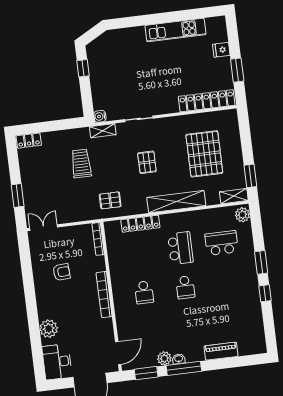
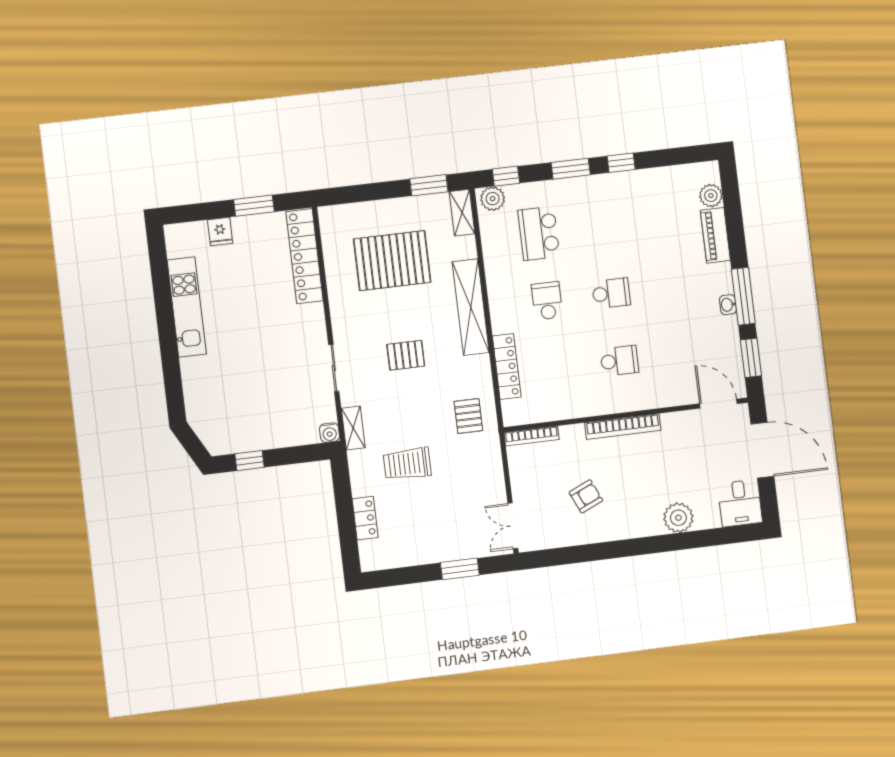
locker: (29, 141) -> (365, 518), moved
window: (256, 223) -> (506, 176), added
school desk: (180, 248) -> (547, 301), width x0.54
armchair: (62, 272) -> (586, 496), turned 70
plant: (164, 358) -> (711, 196), moved
desk: (57, 362) -> (740, 503), width x0.73

